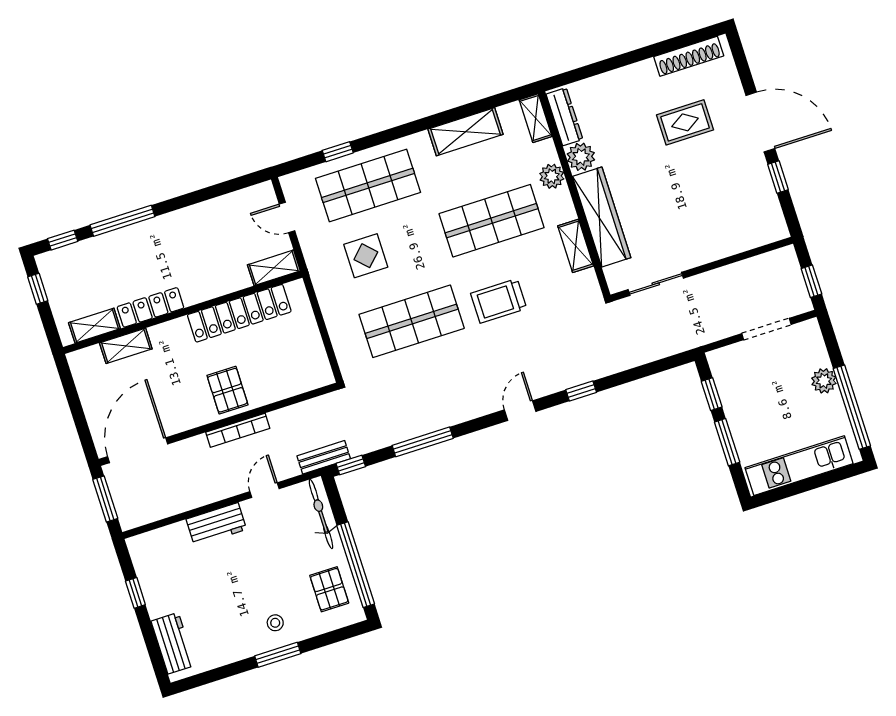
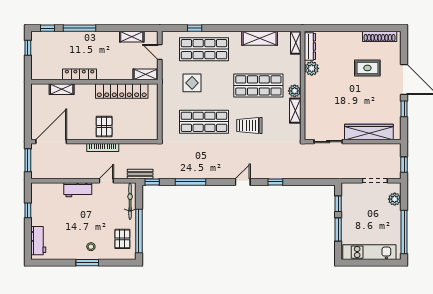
plant: (552, 176) -> (295, 91), moved
wardrobe: (602, 217) -> (369, 132), moved, turned -90
shelving: (94, 326) -> (132, 37), moved
plant: (824, 381) -> (395, 199), moved

